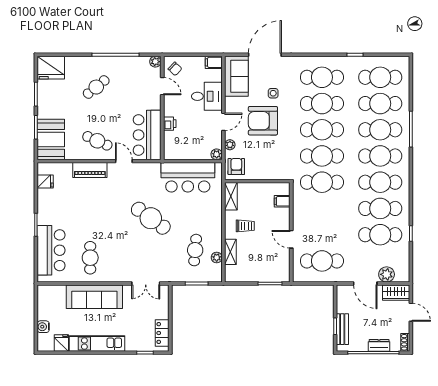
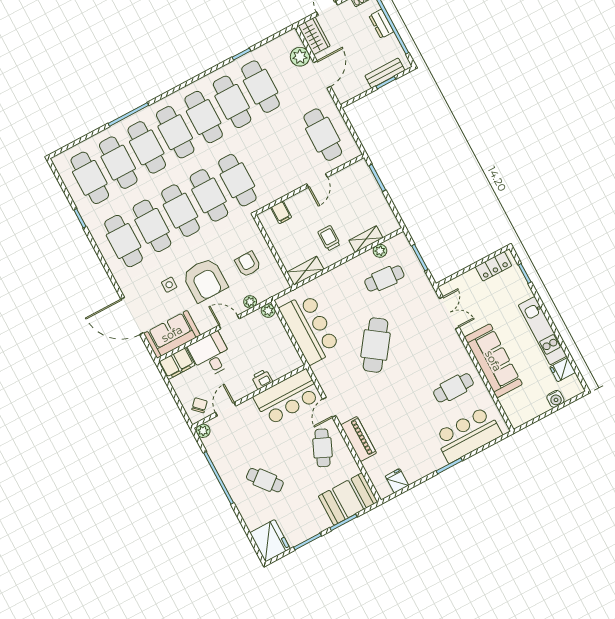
filing cabinet: (214, 62) -> (177, 363), width x2.00
armchair: (236, 167) -> (248, 264), moved, turned 89

